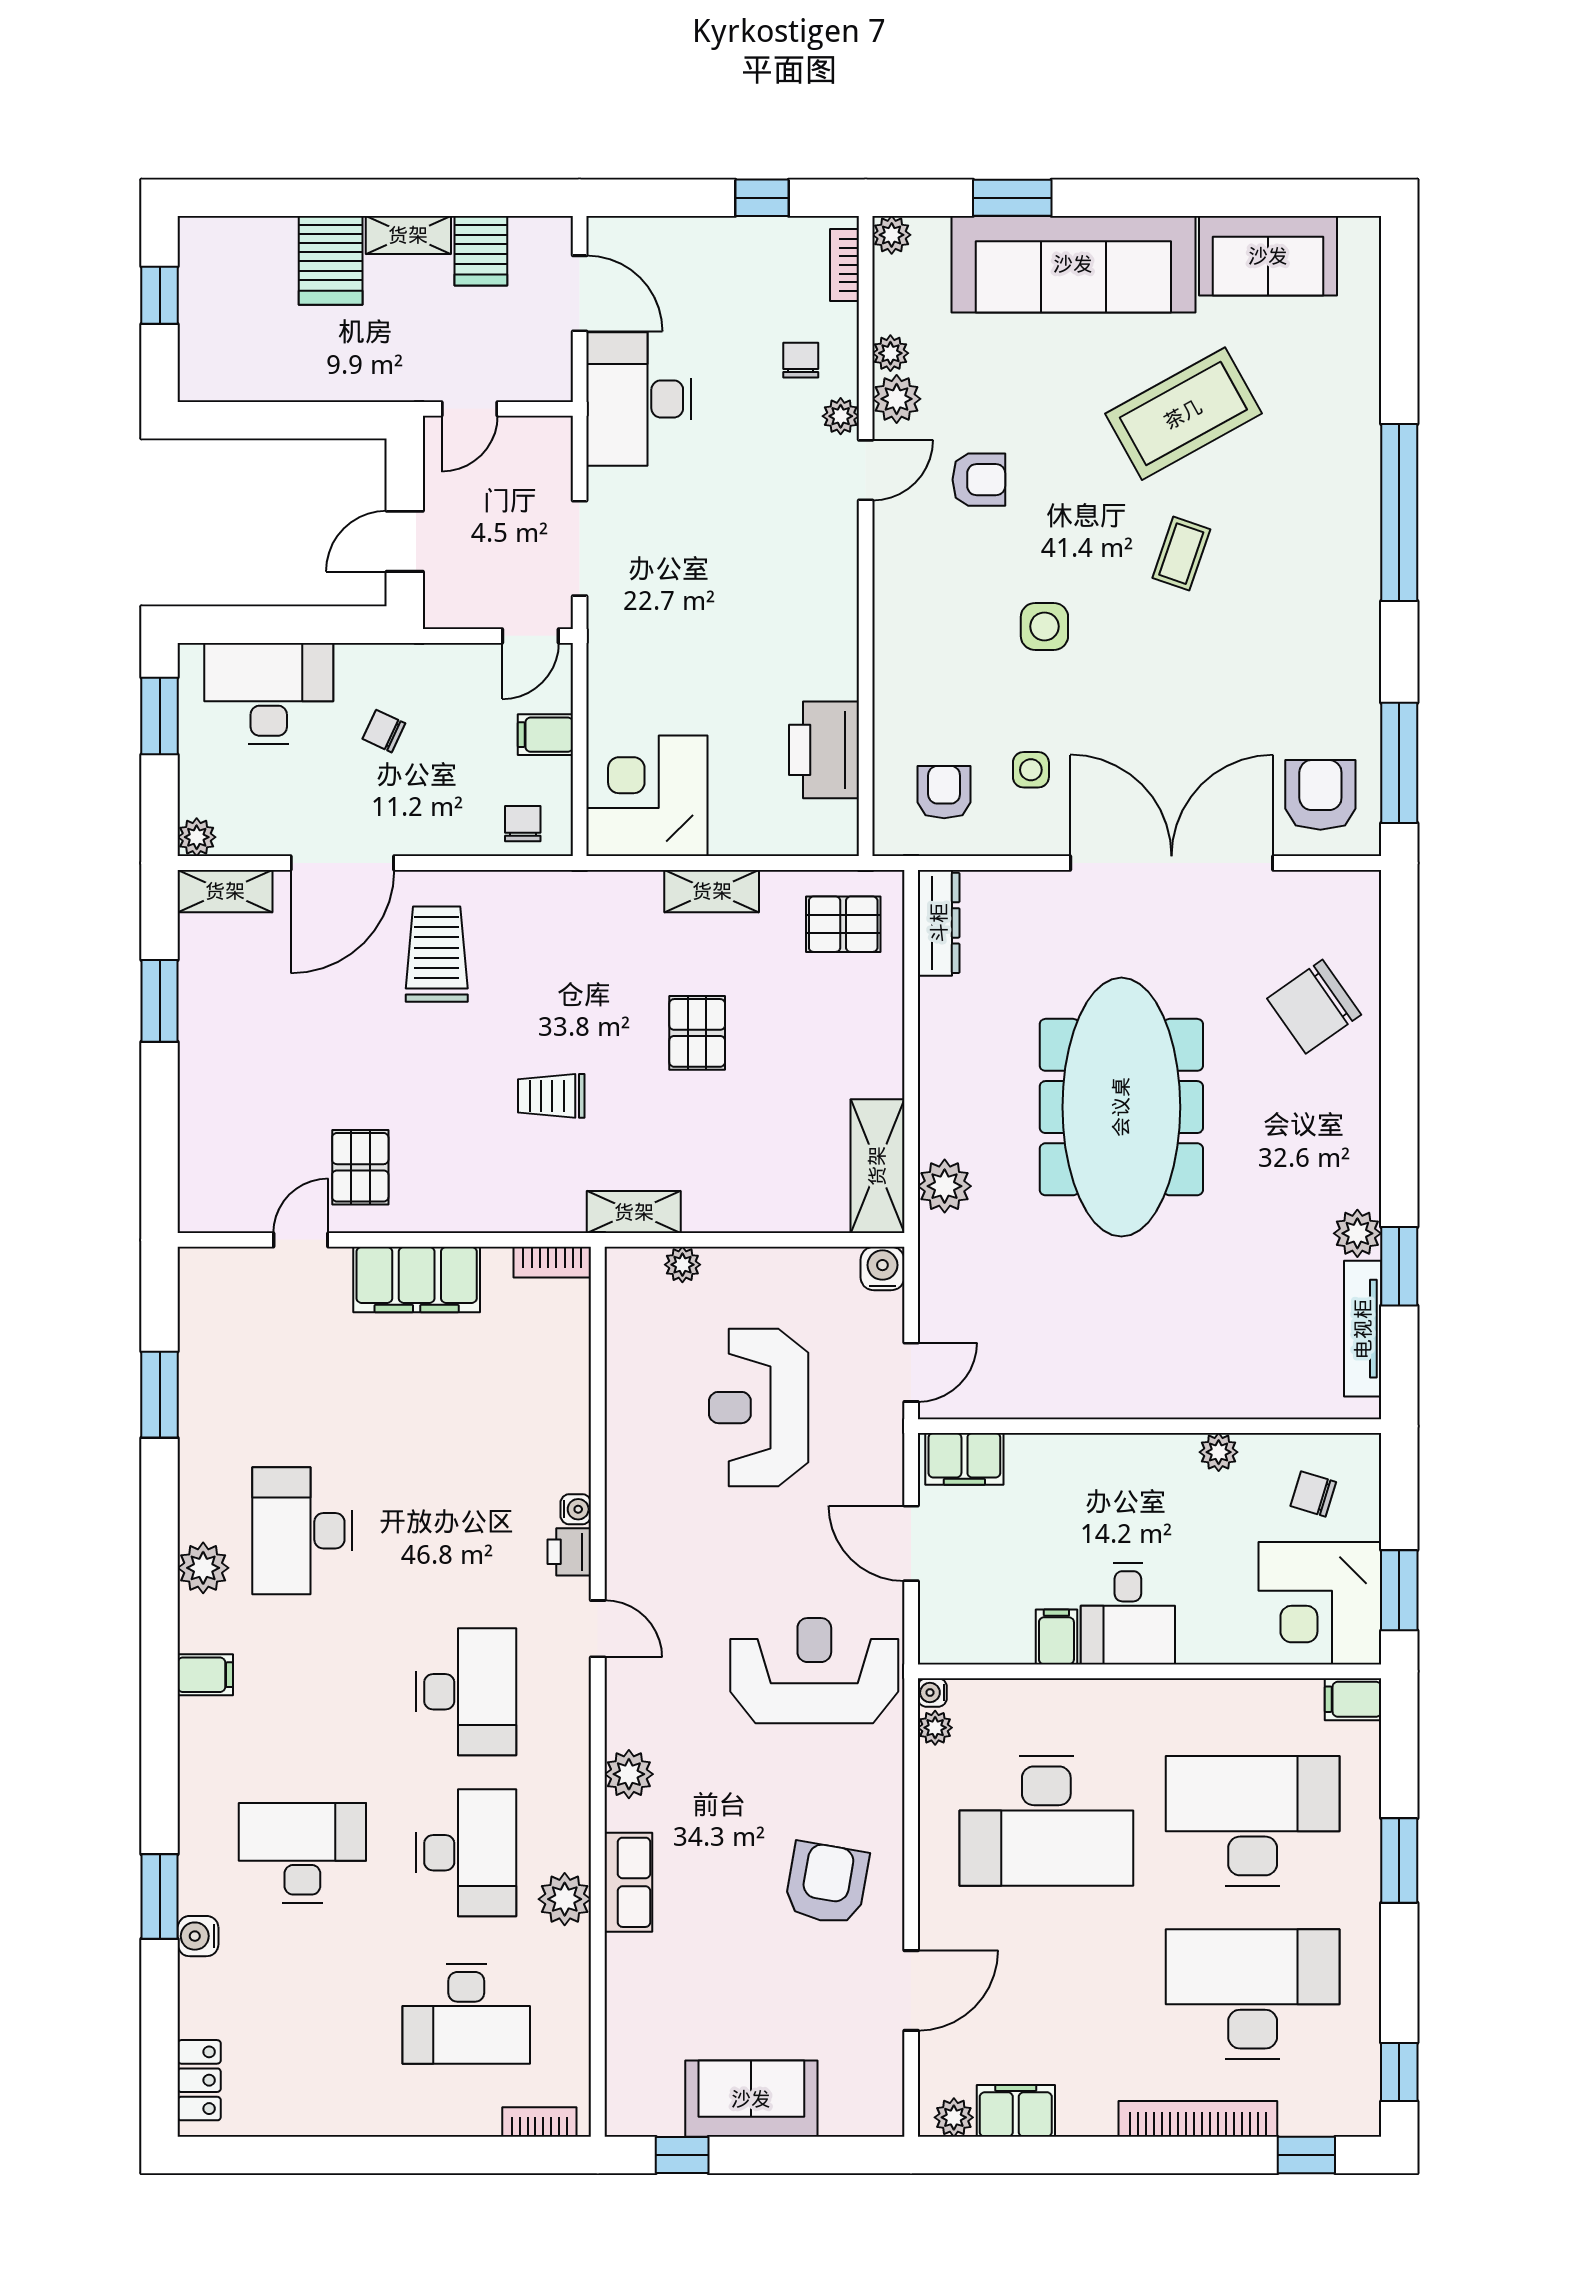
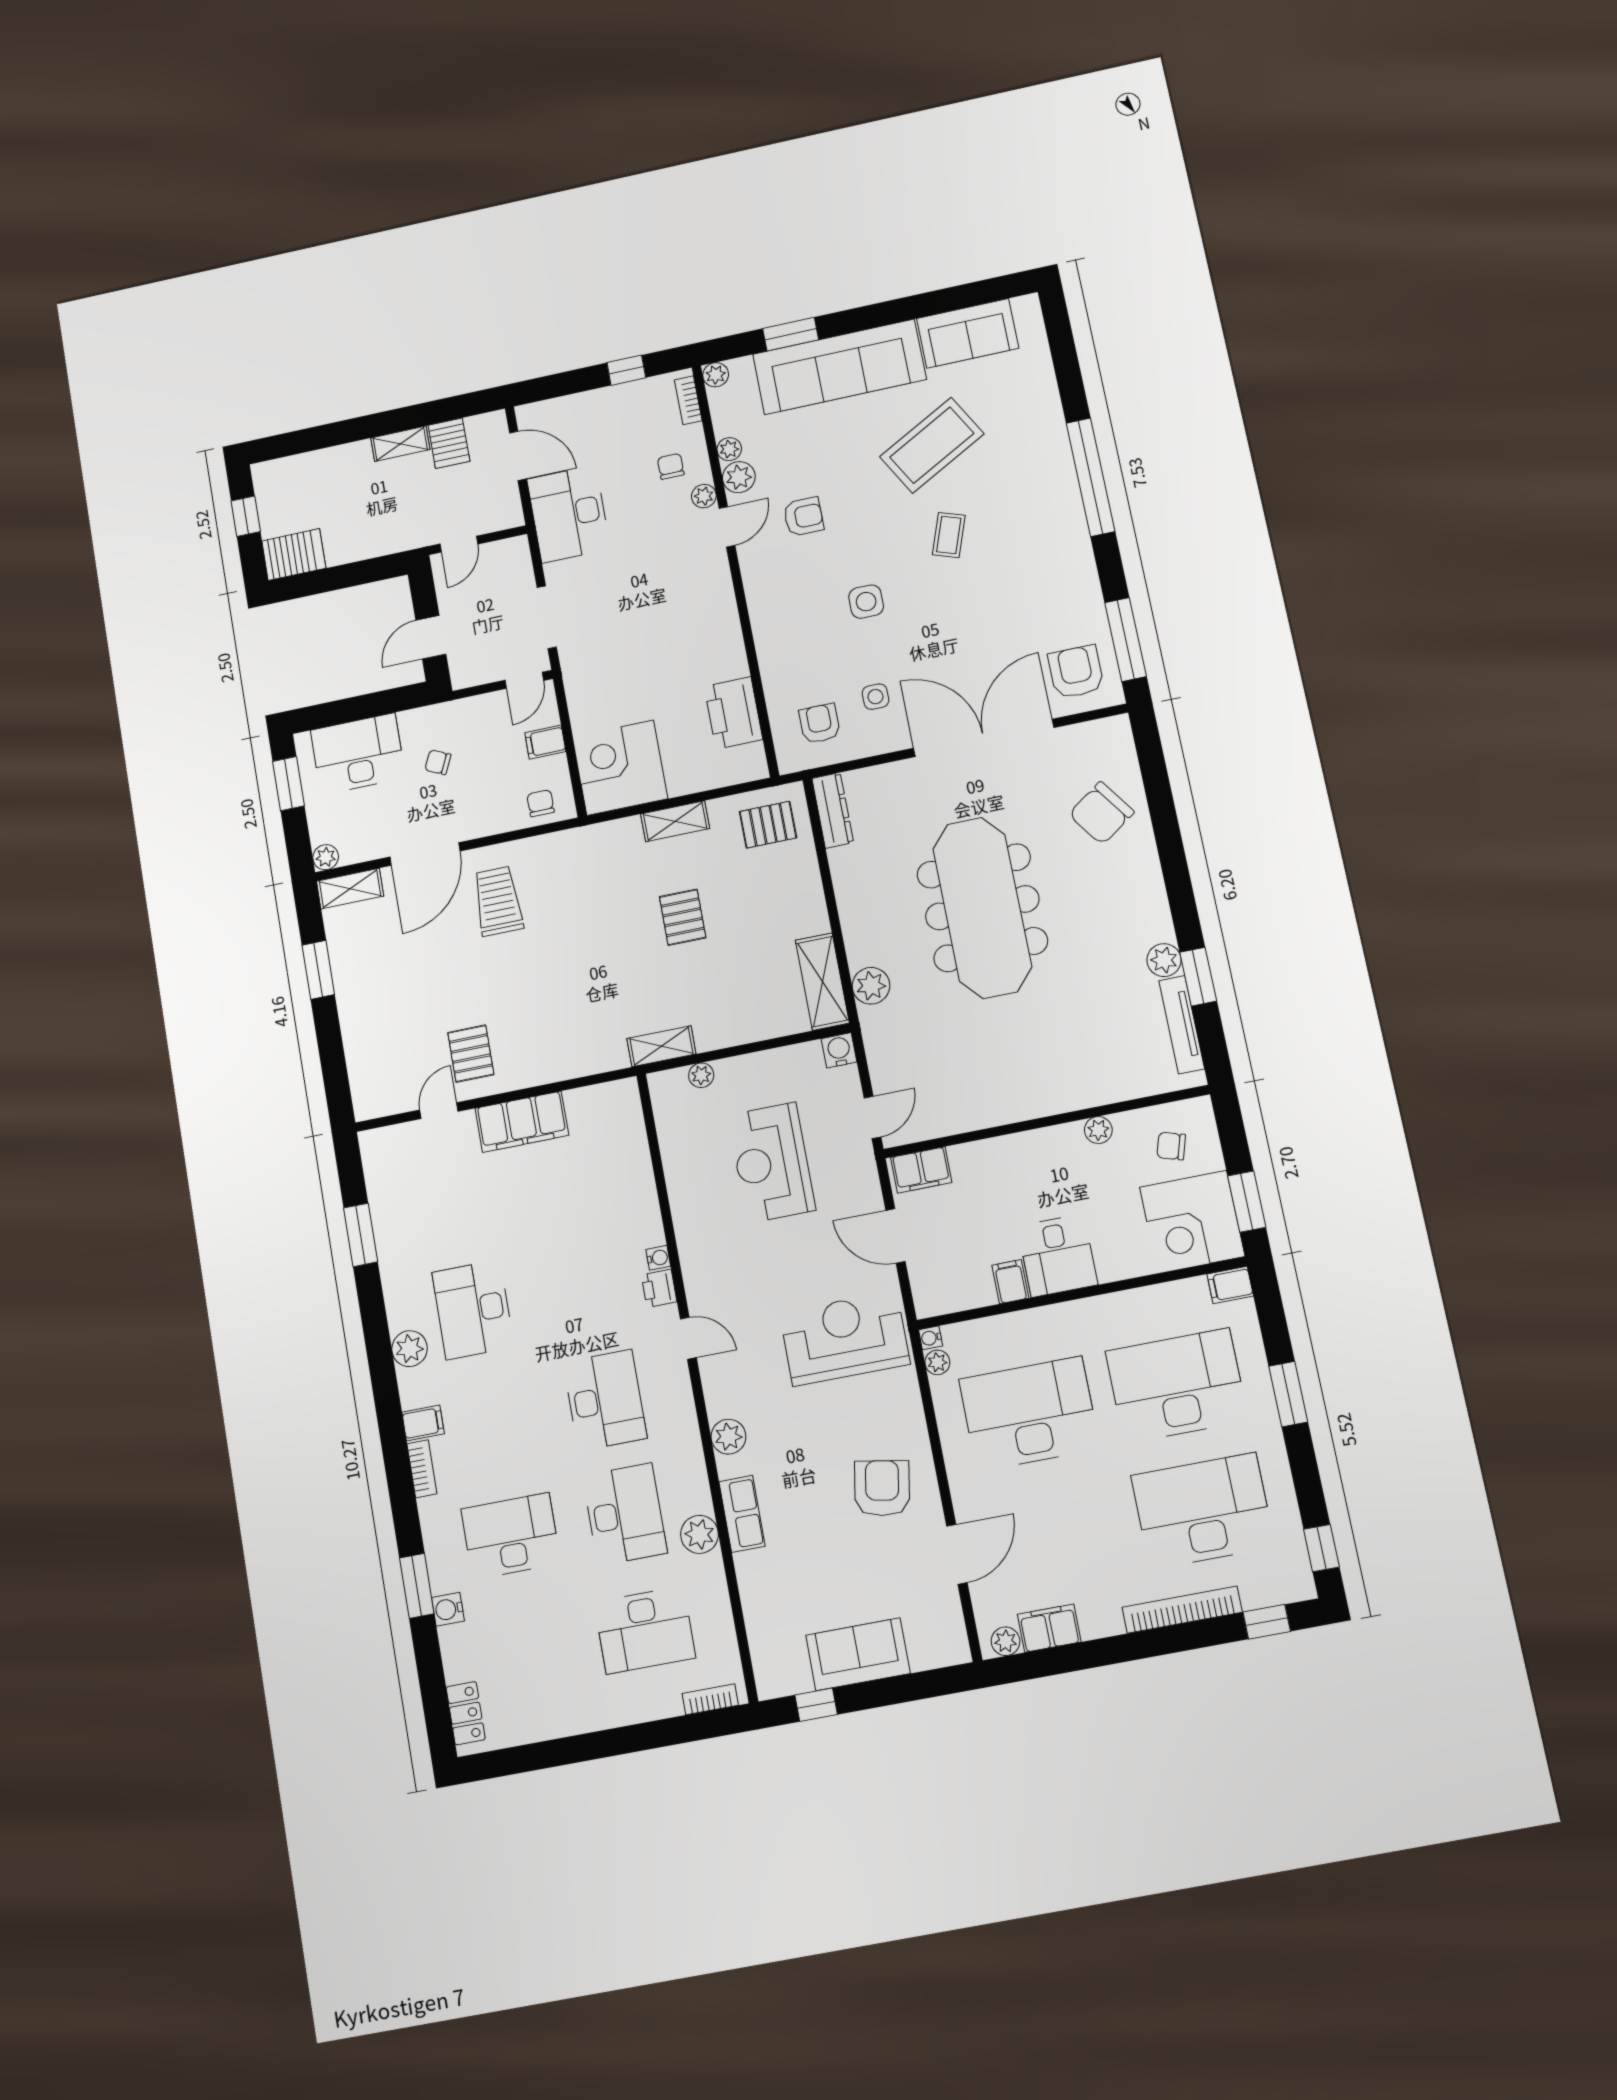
server rack: (331, 260) -> (294, 555), moved, turned -90
trolley: (551, 1096) -> (591, 979), removed
bookcase: (552, 1262) -> (422, 1469), moved, turned -90
desk: (1046, 1821) -> (1029, 1414), turned 180

